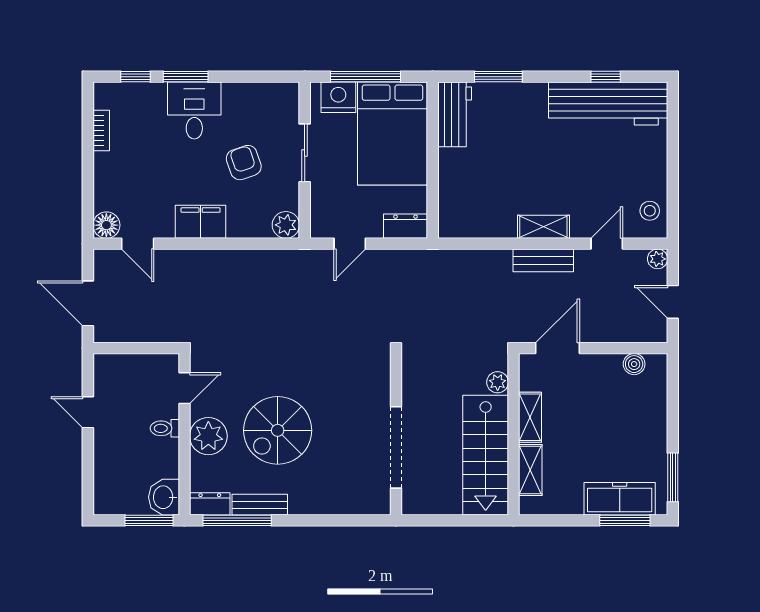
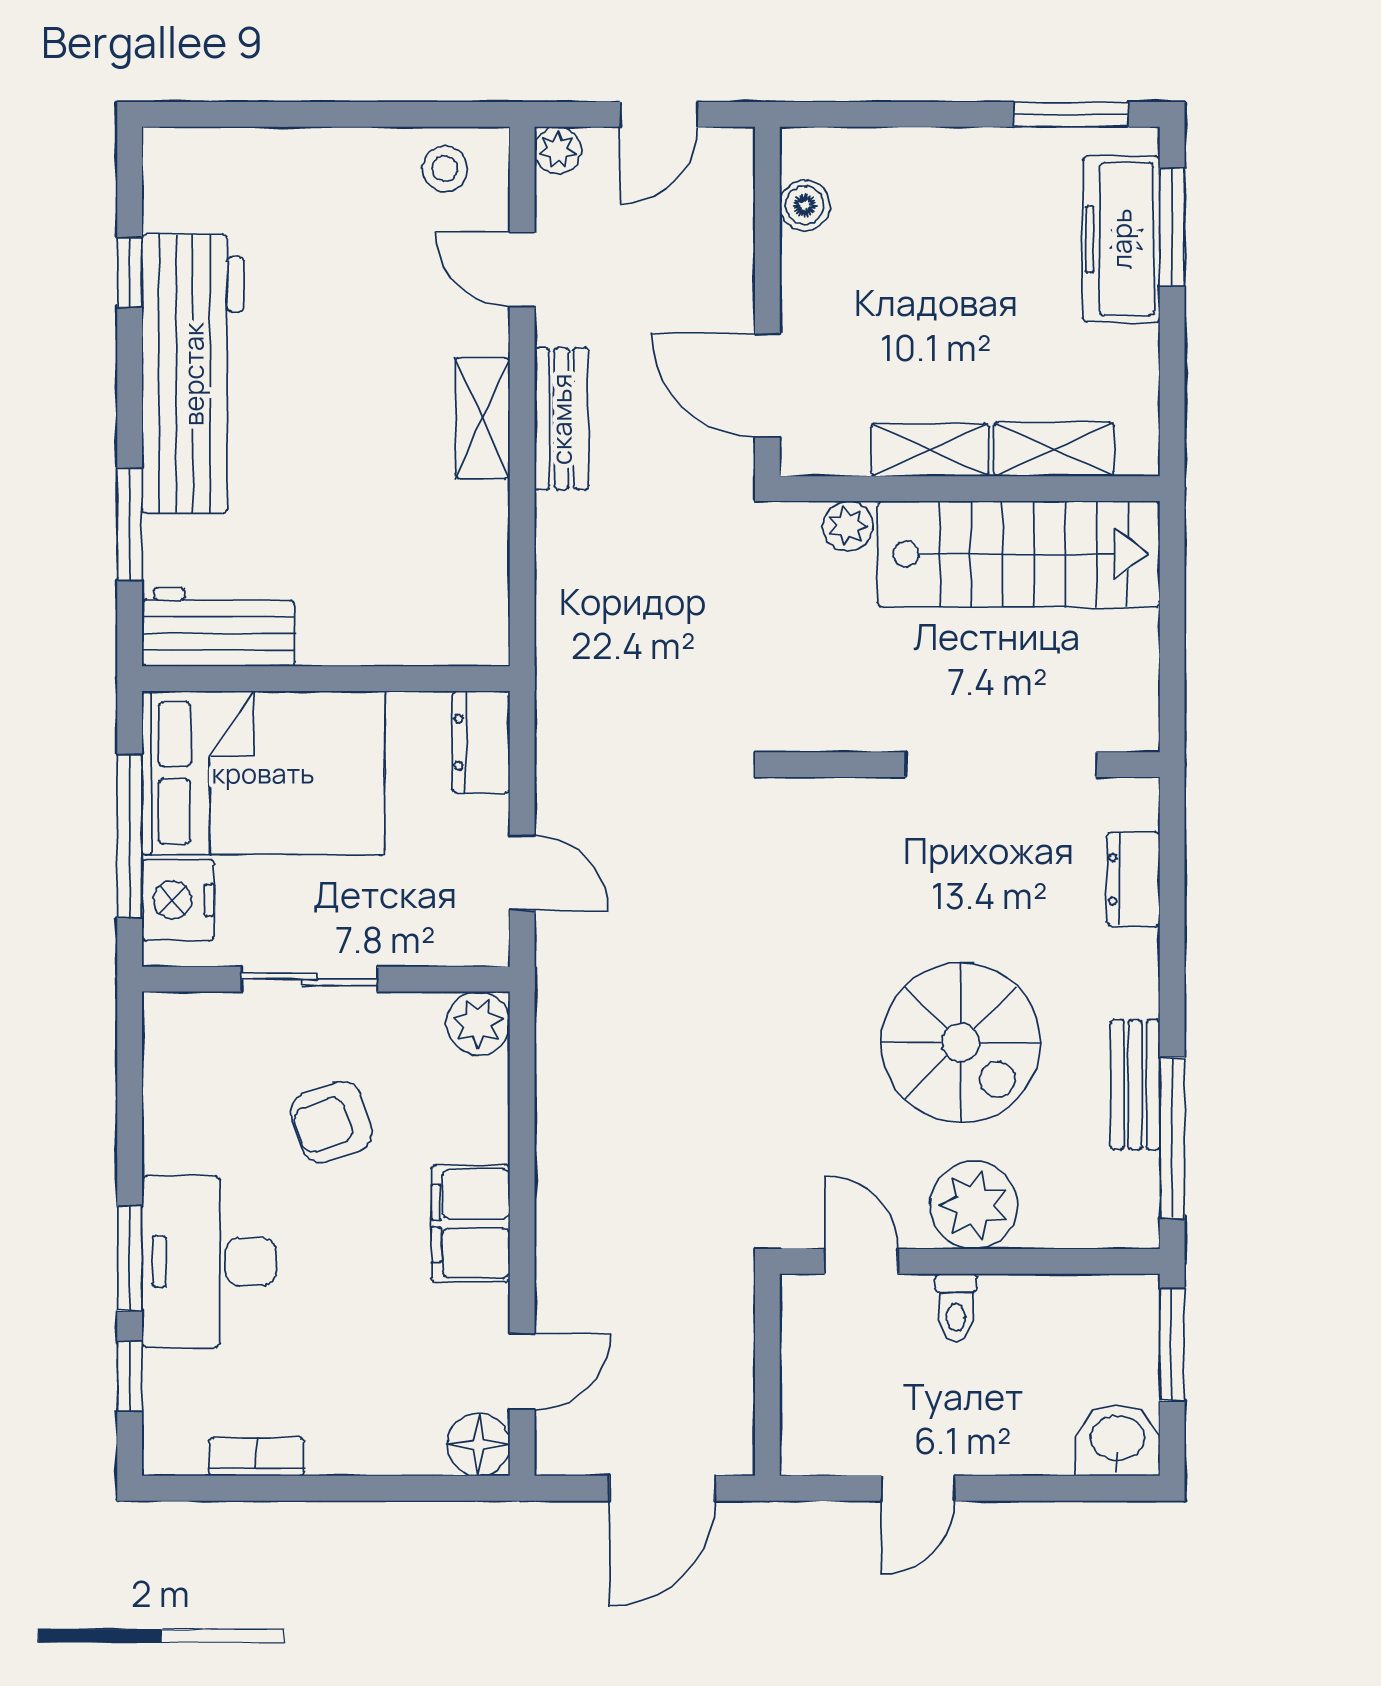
workbench: (608, 103) -> (193, 374), moved
desk: (194, 110) -> (209, 1262), width x1.37
washbasin: (164, 497) -> (1118, 1440), moved, turned 180
dresser: (210, 504) -> (1133, 879), moved

